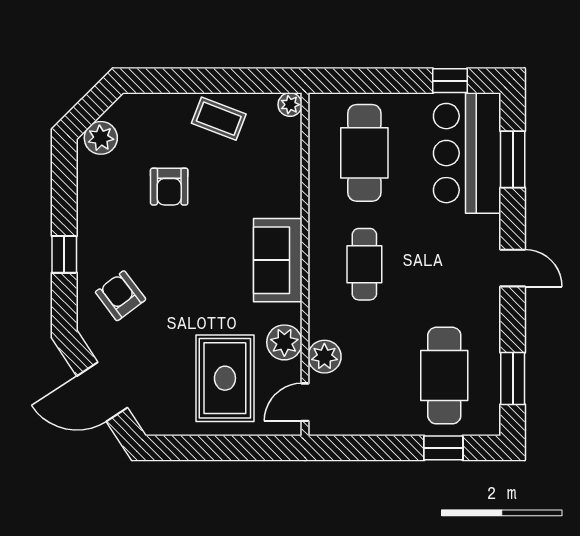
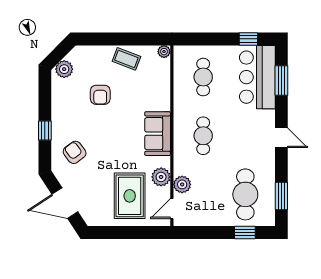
cafe table: (364, 153) -> (203, 77), width x0.73, depth x0.74

